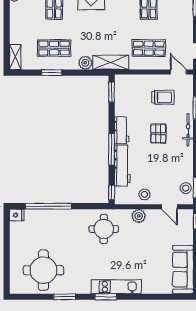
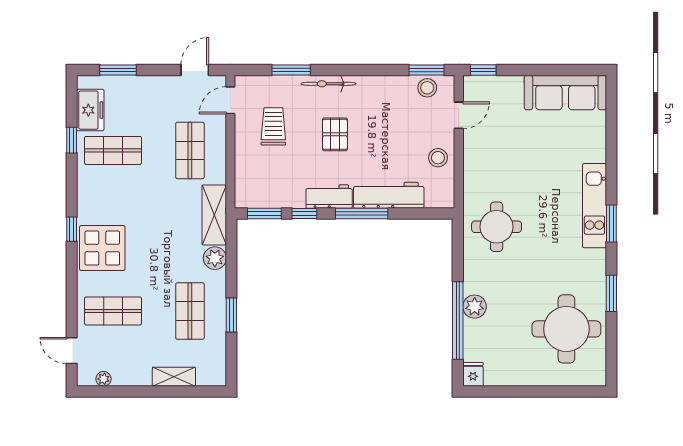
shelving: (15, 57) -> (174, 377), moved
pallet: (158, 134) -> (335, 134), turned 90
window: (112, 193) -> (304, 214), moved
plant: (139, 216) -> (475, 307), moved

